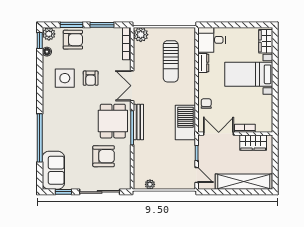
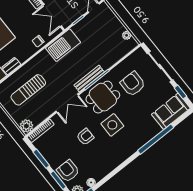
sun lounger: (171, 61) -> (28, 90), turned 180
side table: (65, 78) -> (112, 125), moved

